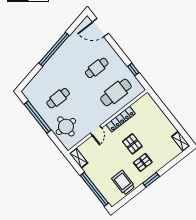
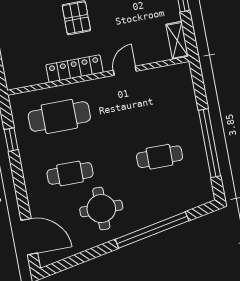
window: (54, 49) -> (152, 230), moved
round table: (66, 126) -> (101, 209), moved

